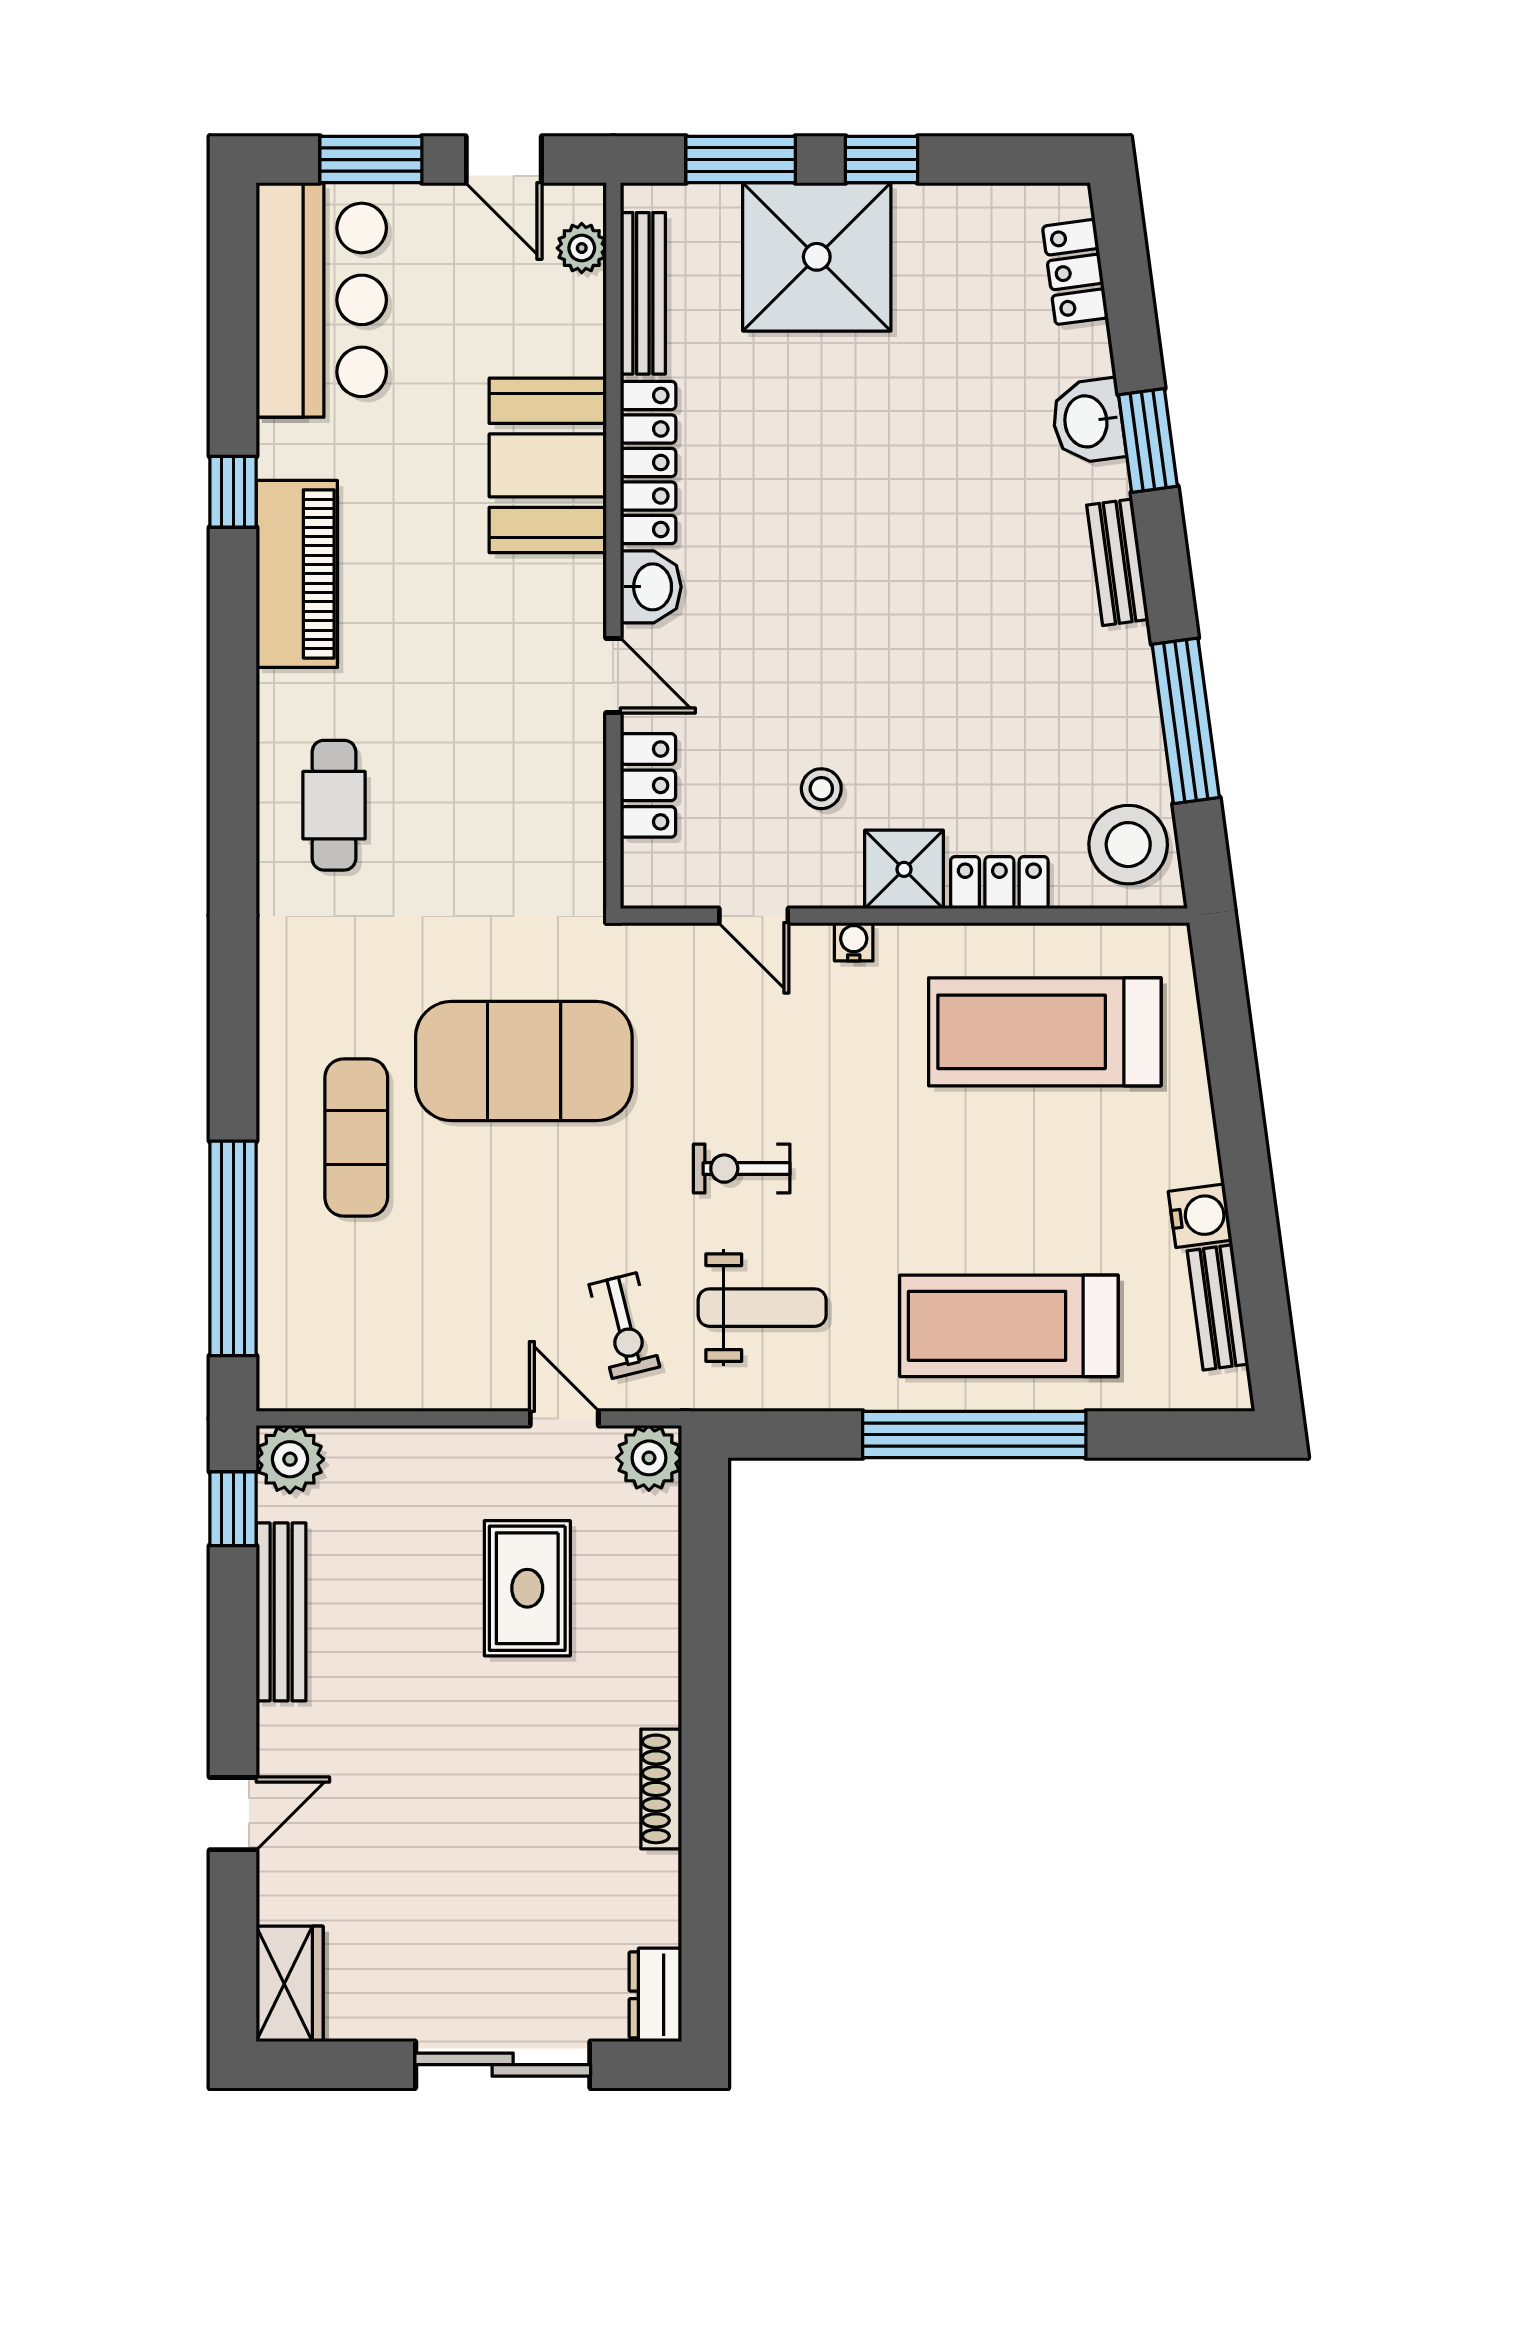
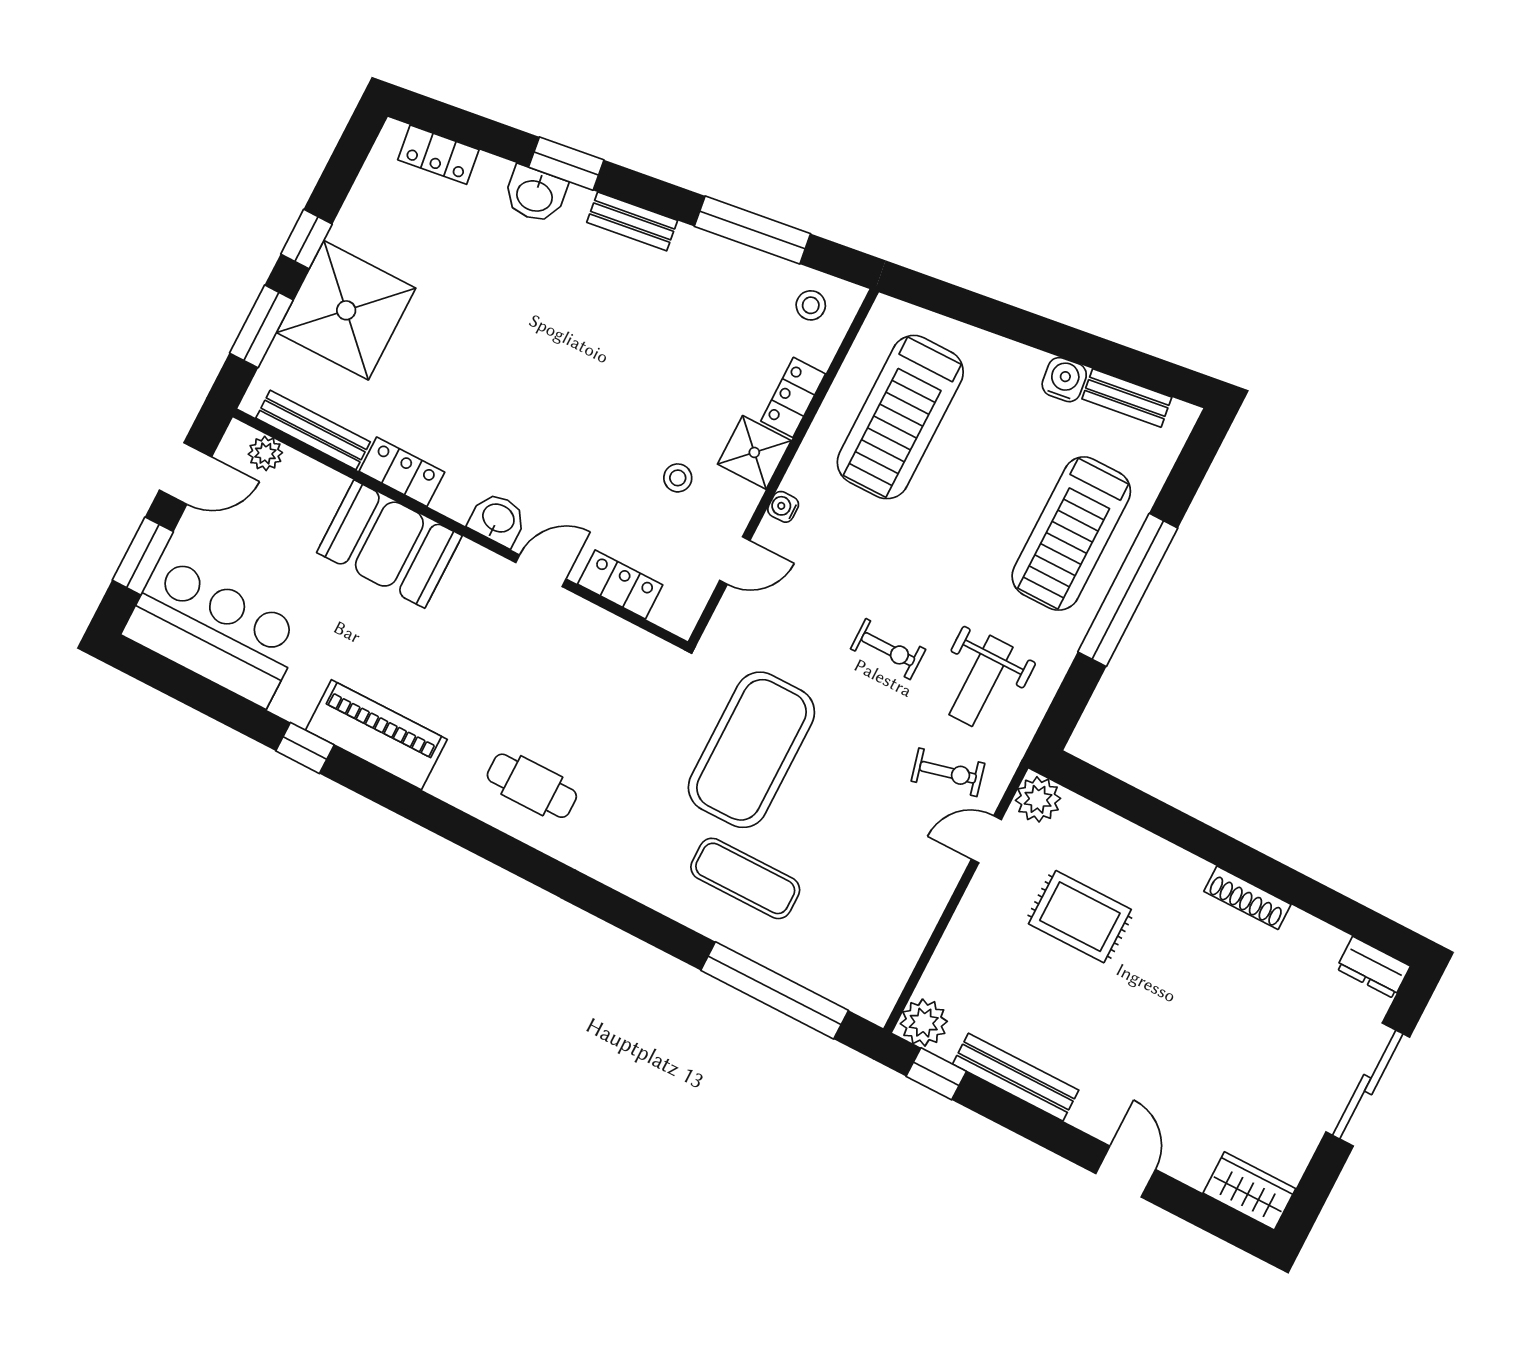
locker: (648, 462) -> (402, 472), width x0.66
stool: (1128, 845) -> (811, 305), width x0.53, depth x0.53
exercise bike: (742, 1169) -> (888, 649), turned -90
weight bench: (762, 1308) -> (981, 681), turned 180

